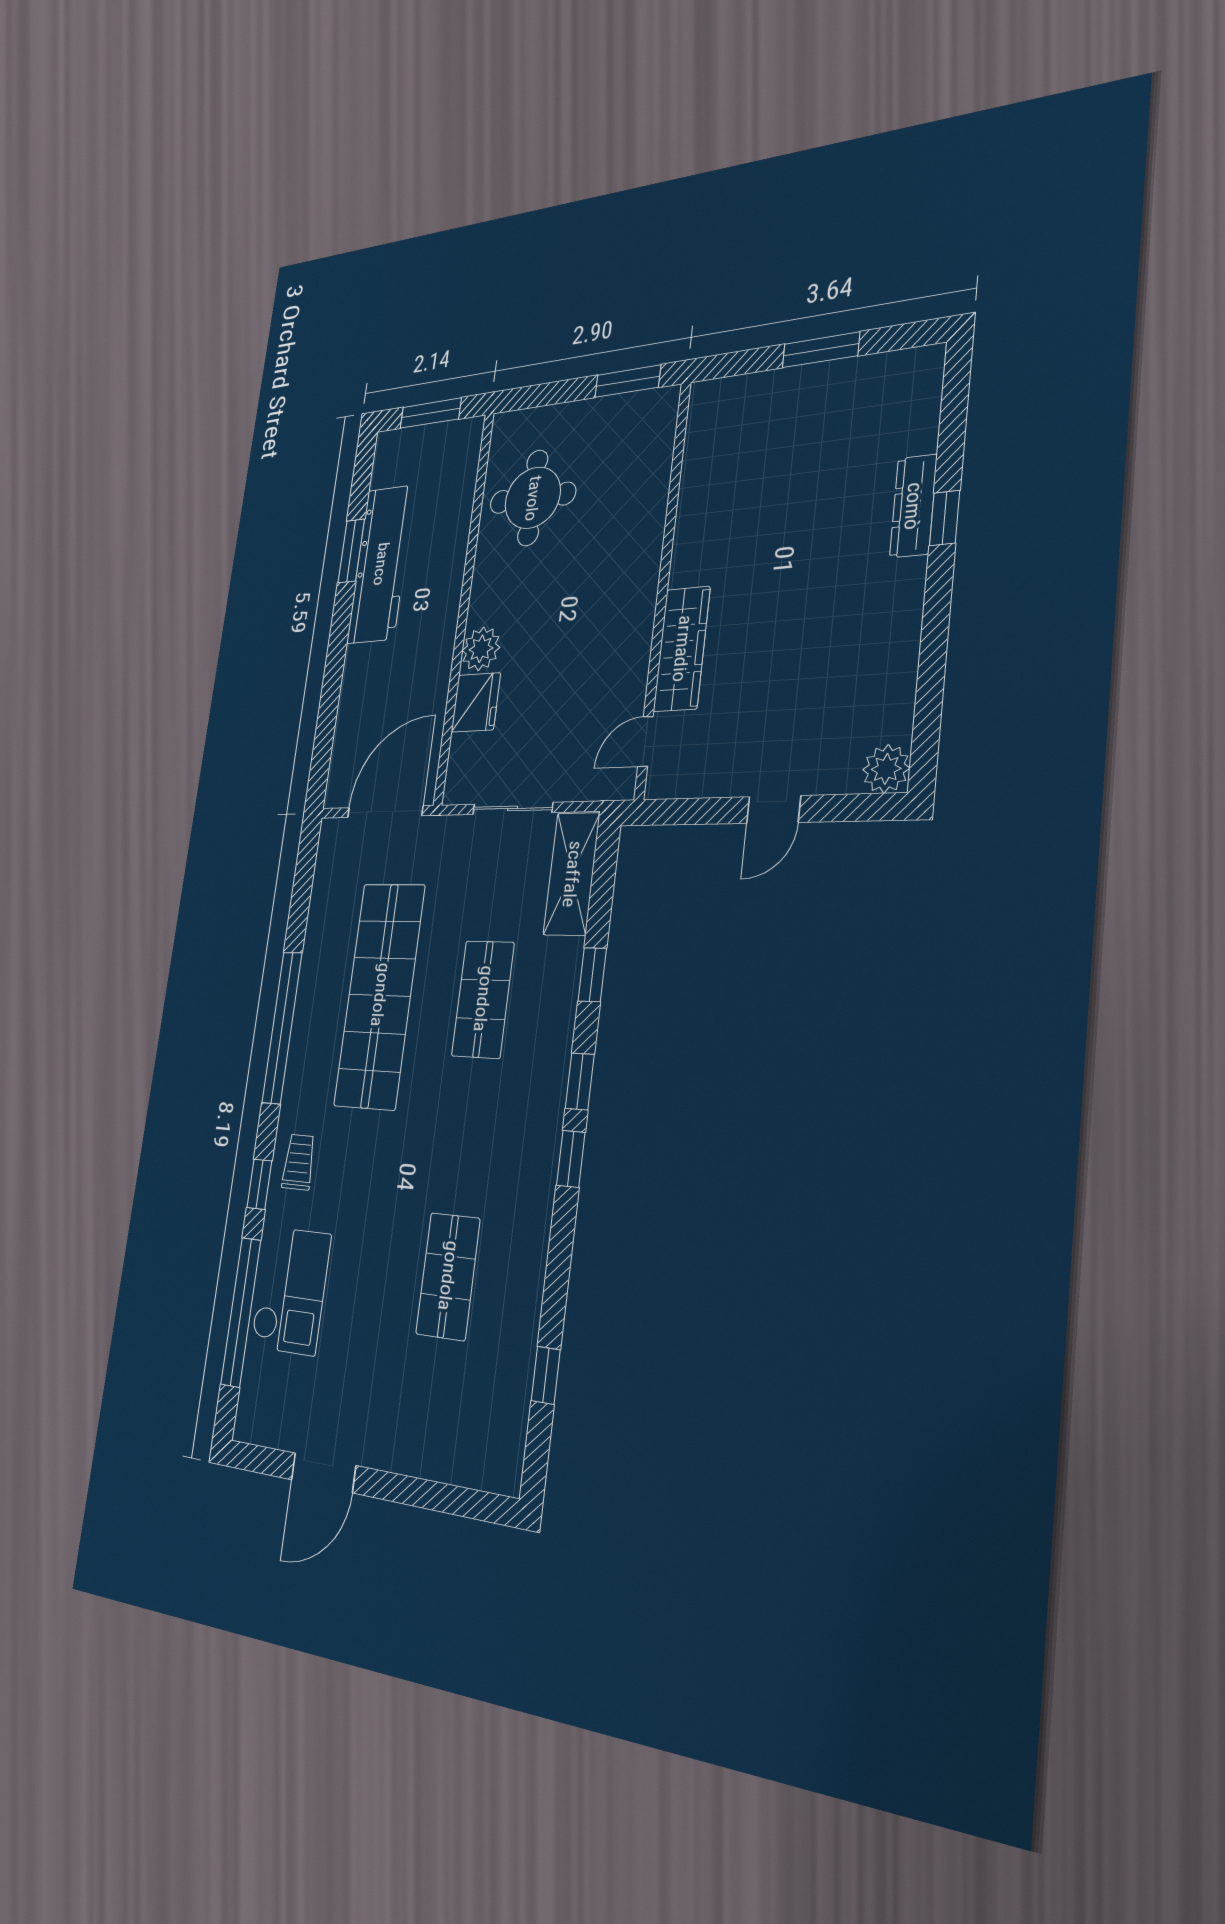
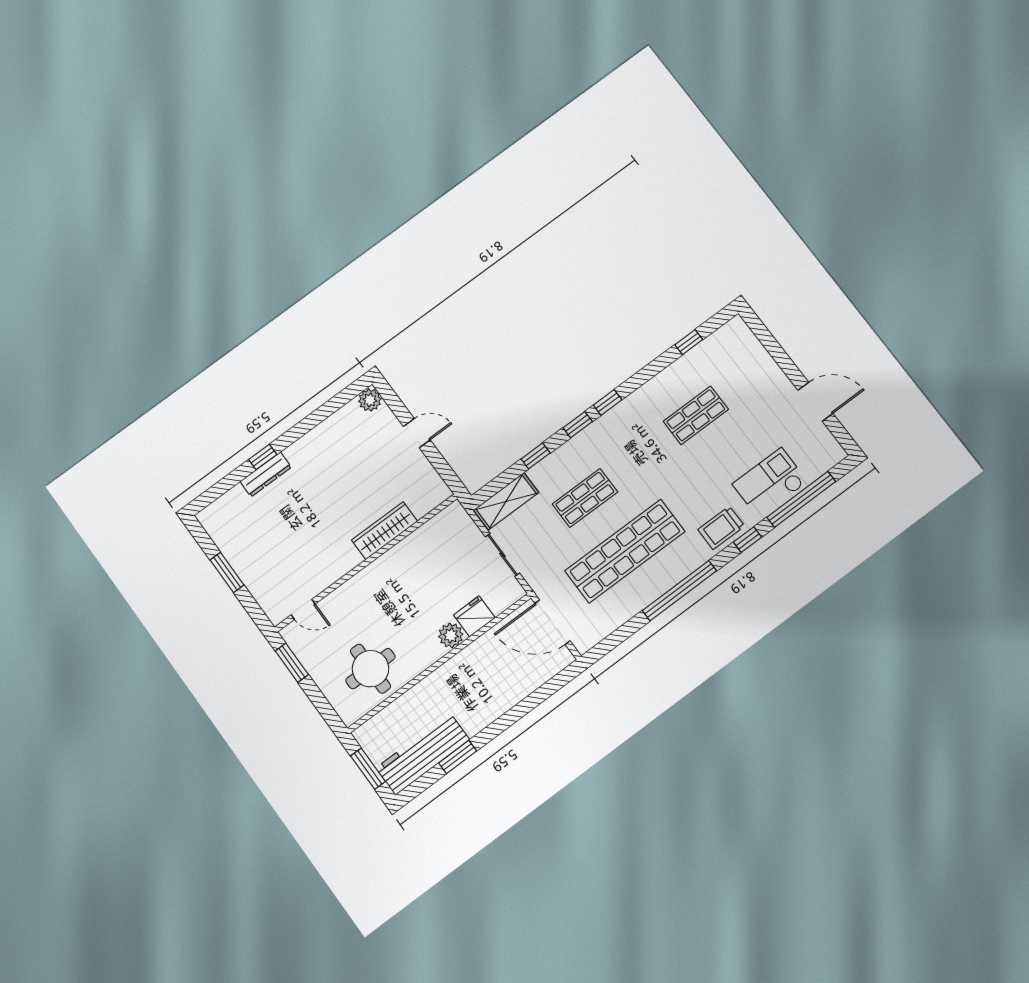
workbench: (381, 564) -> (423, 754), moved
door: (645, 741) -> (303, 609), moved
trolley: (299, 1162) -> (721, 528), width x1.36, depth x1.39

